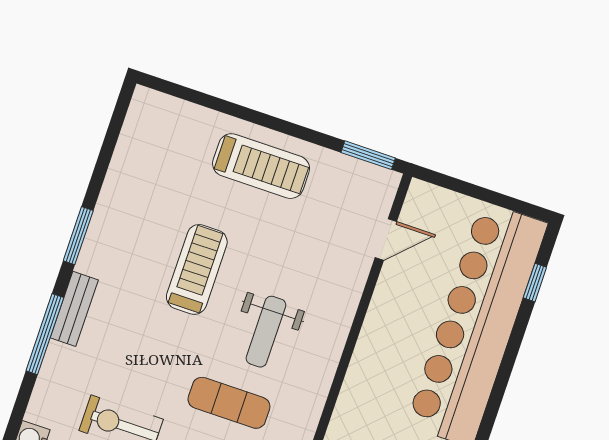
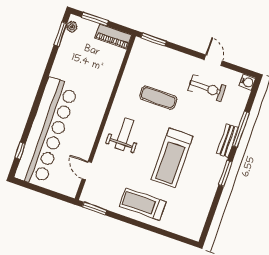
door: (386, 240) -> (87, 170), hinge flipped
treadmill: (197, 269) -> (172, 158), width x1.37, depth x1.38
weight bench: (266, 332) -> (124, 134), moved

